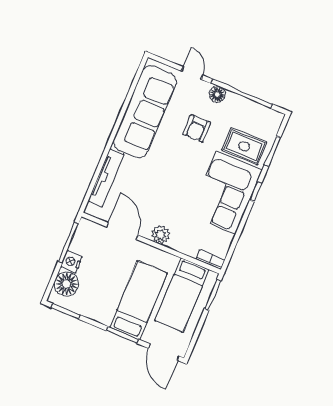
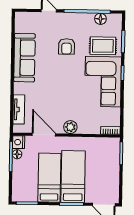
floor lamp: (217, 94) -> (100, 19), moved
sofa: (145, 112) -> (24, 58), width x0.74, depth x0.79
tv unit: (106, 178) -> (19, 109), width x0.71
nightstand: (72, 262) -> (19, 142), moved
floor lamp: (66, 284) -> (17, 154), moved, width x0.53, depth x0.53
bed: (182, 295) -> (49, 178), moved, turned 180

